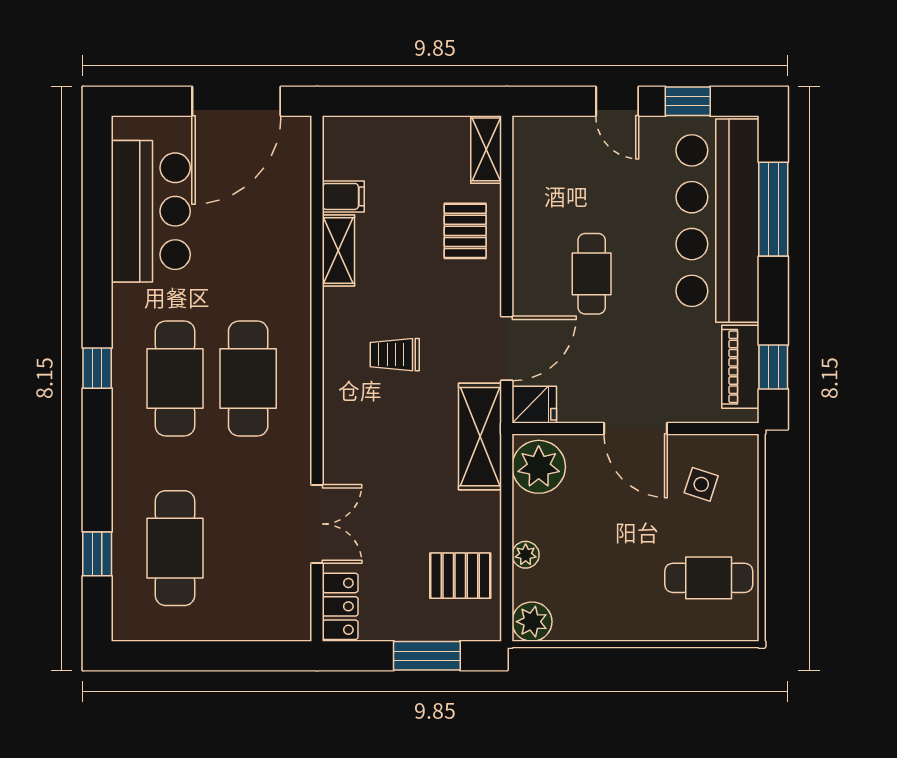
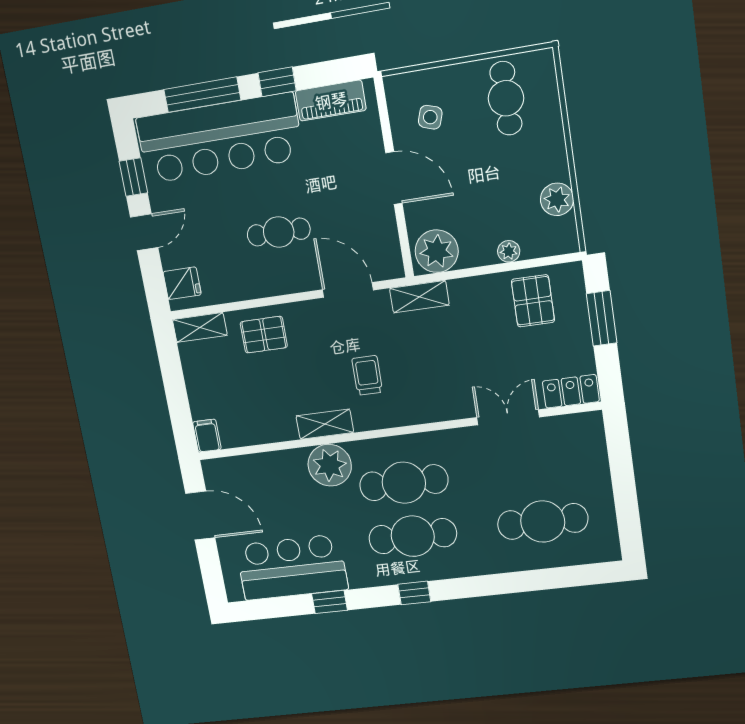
door: (236, 101) -> (200, 516), width x0.73
filing cabinet: (343, 196) -> (207, 436), moved
shelving: (338, 251) -> (325, 424), moved
plant: (283, 286) -> (330, 465), added
trolley: (395, 355) -> (367, 375), turned 180
window: (773, 367) -> (277, 82), moved
fridge: (534, 405) -> (182, 283), moved, turned 90
door: (636, 429) -> (394, 178), hinge flipped
shelving: (480, 437) -> (419, 297), width x0.67, depth x0.75
window: (97, 554) -> (330, 602), moved
plant: (532, 622) -> (557, 199), moved

